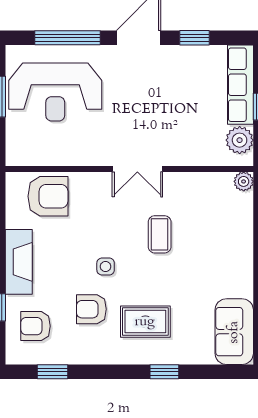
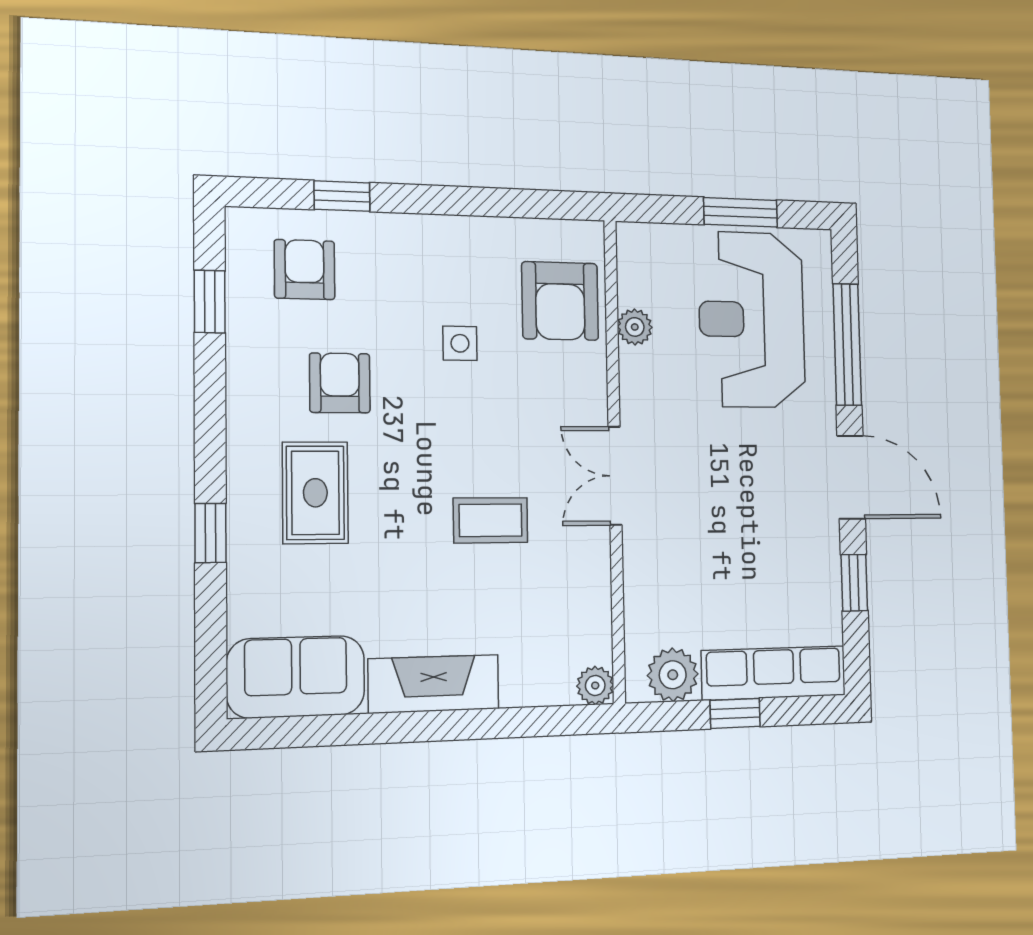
plant: (60, 157) -> (635, 327), added
fireplace: (19, 262) -> (434, 684), moved, turned 180
side table: (106, 266) -> (460, 343), moved

